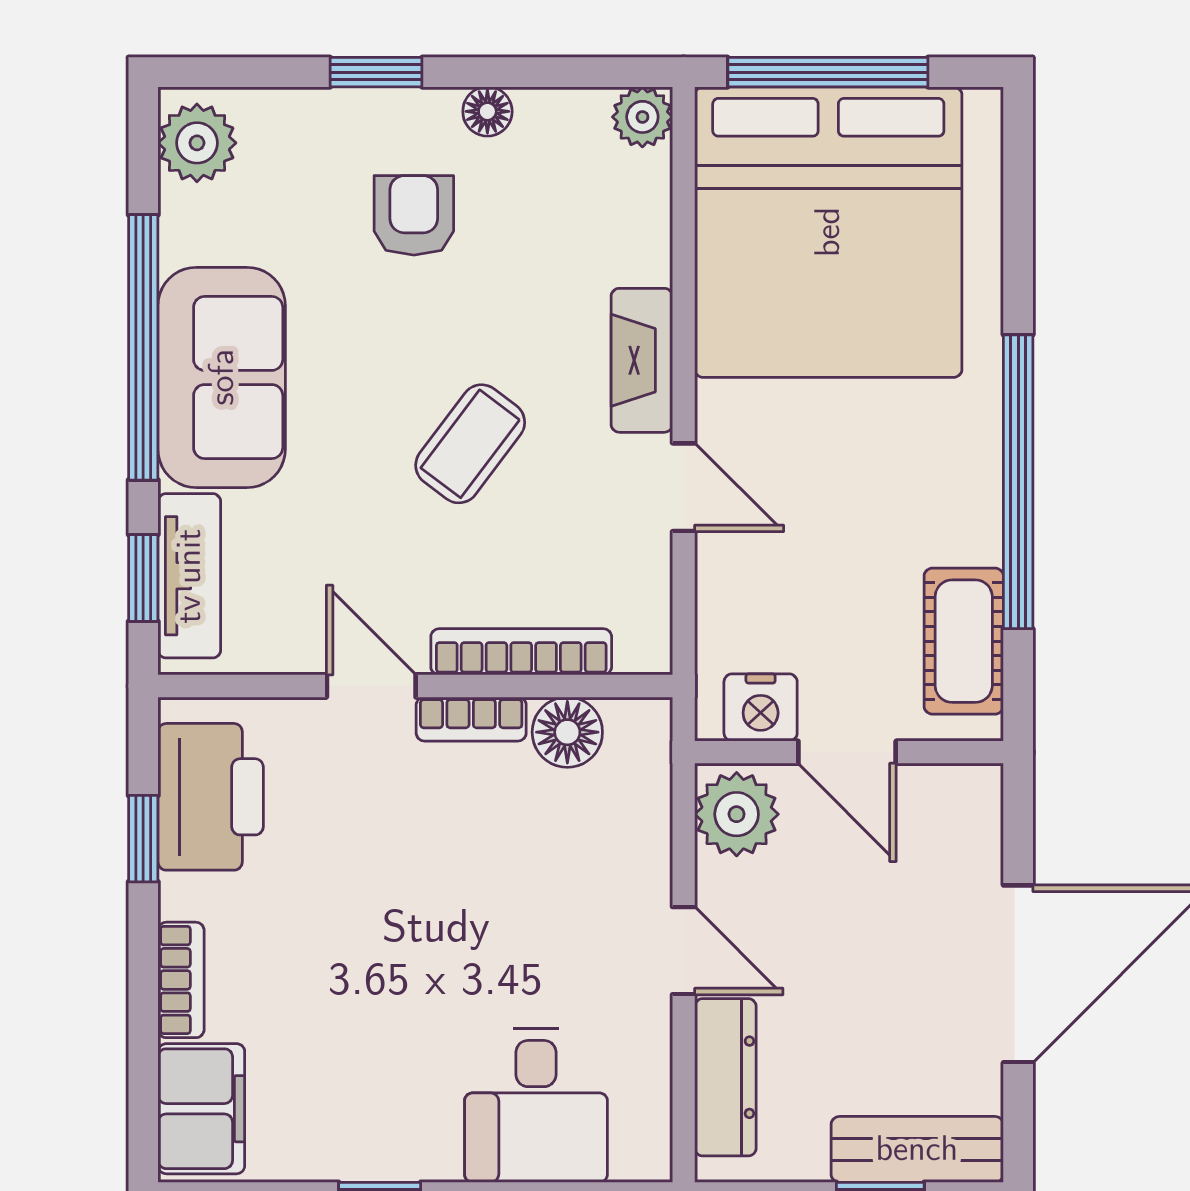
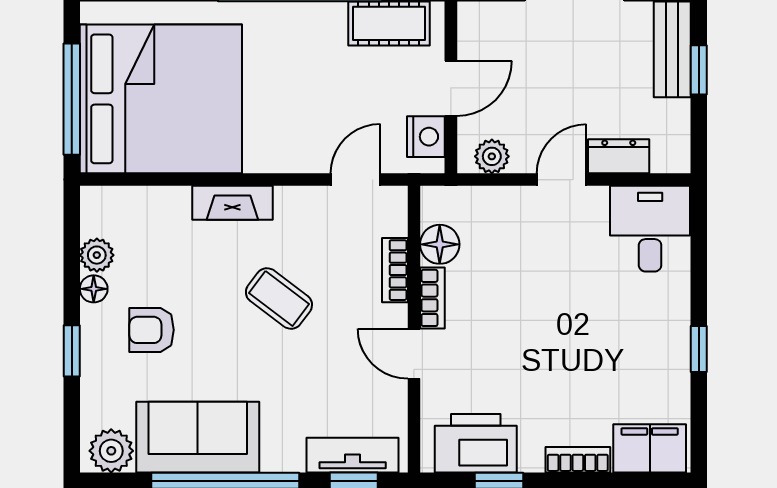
plant: (642, 117) -> (97, 255), moved
sofa: (222, 377) -> (198, 437), moved
door: (684, 487) -> (356, 180), moved
bookcase: (521, 652) -> (395, 270), width x0.64
door: (371, 686) -> (414, 354), hinge flipped
plant: (737, 814) -> (492, 156), width x0.73, depth x0.73
dresser: (725, 1077) -> (619, 156), width x0.70
desk: (536, 1105) -> (650, 229), moved, turned -90

